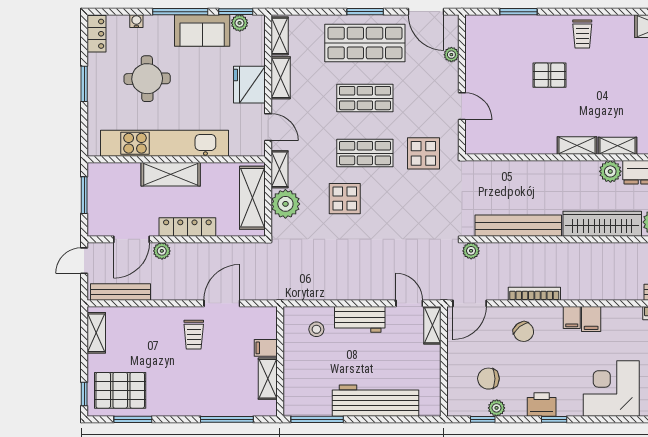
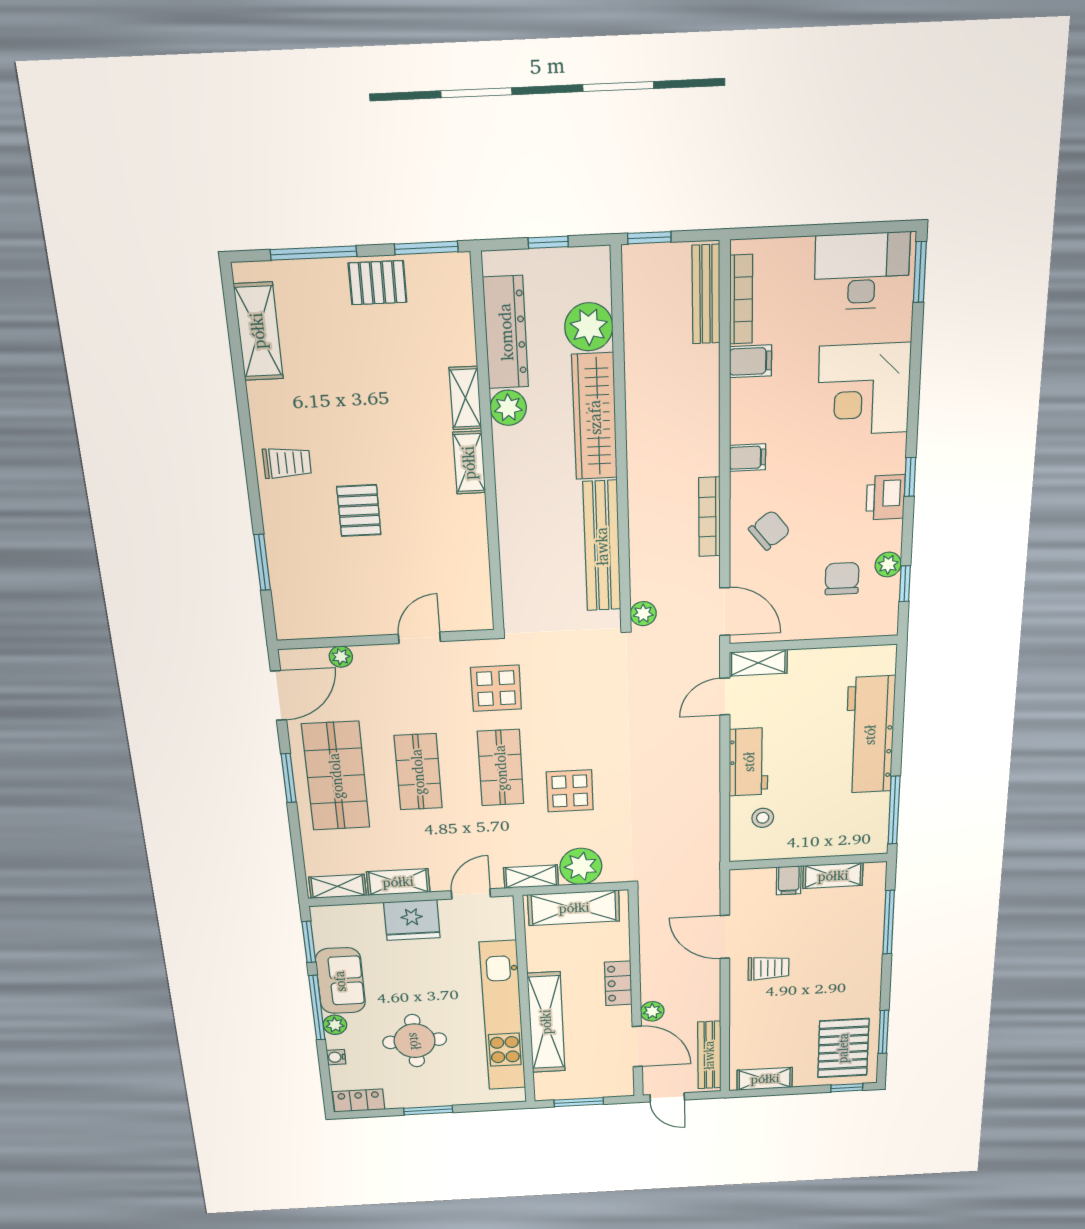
plant: (240, 23) -> (335, 1025), moved
shelving: (171, 174) -> (546, 1022), width x1.47
locker: (187, 227) -> (618, 983), width x0.66
filing cabinet: (591, 319) -> (751, 361), moved
chair: (488, 379) -> (842, 579), turned 180

